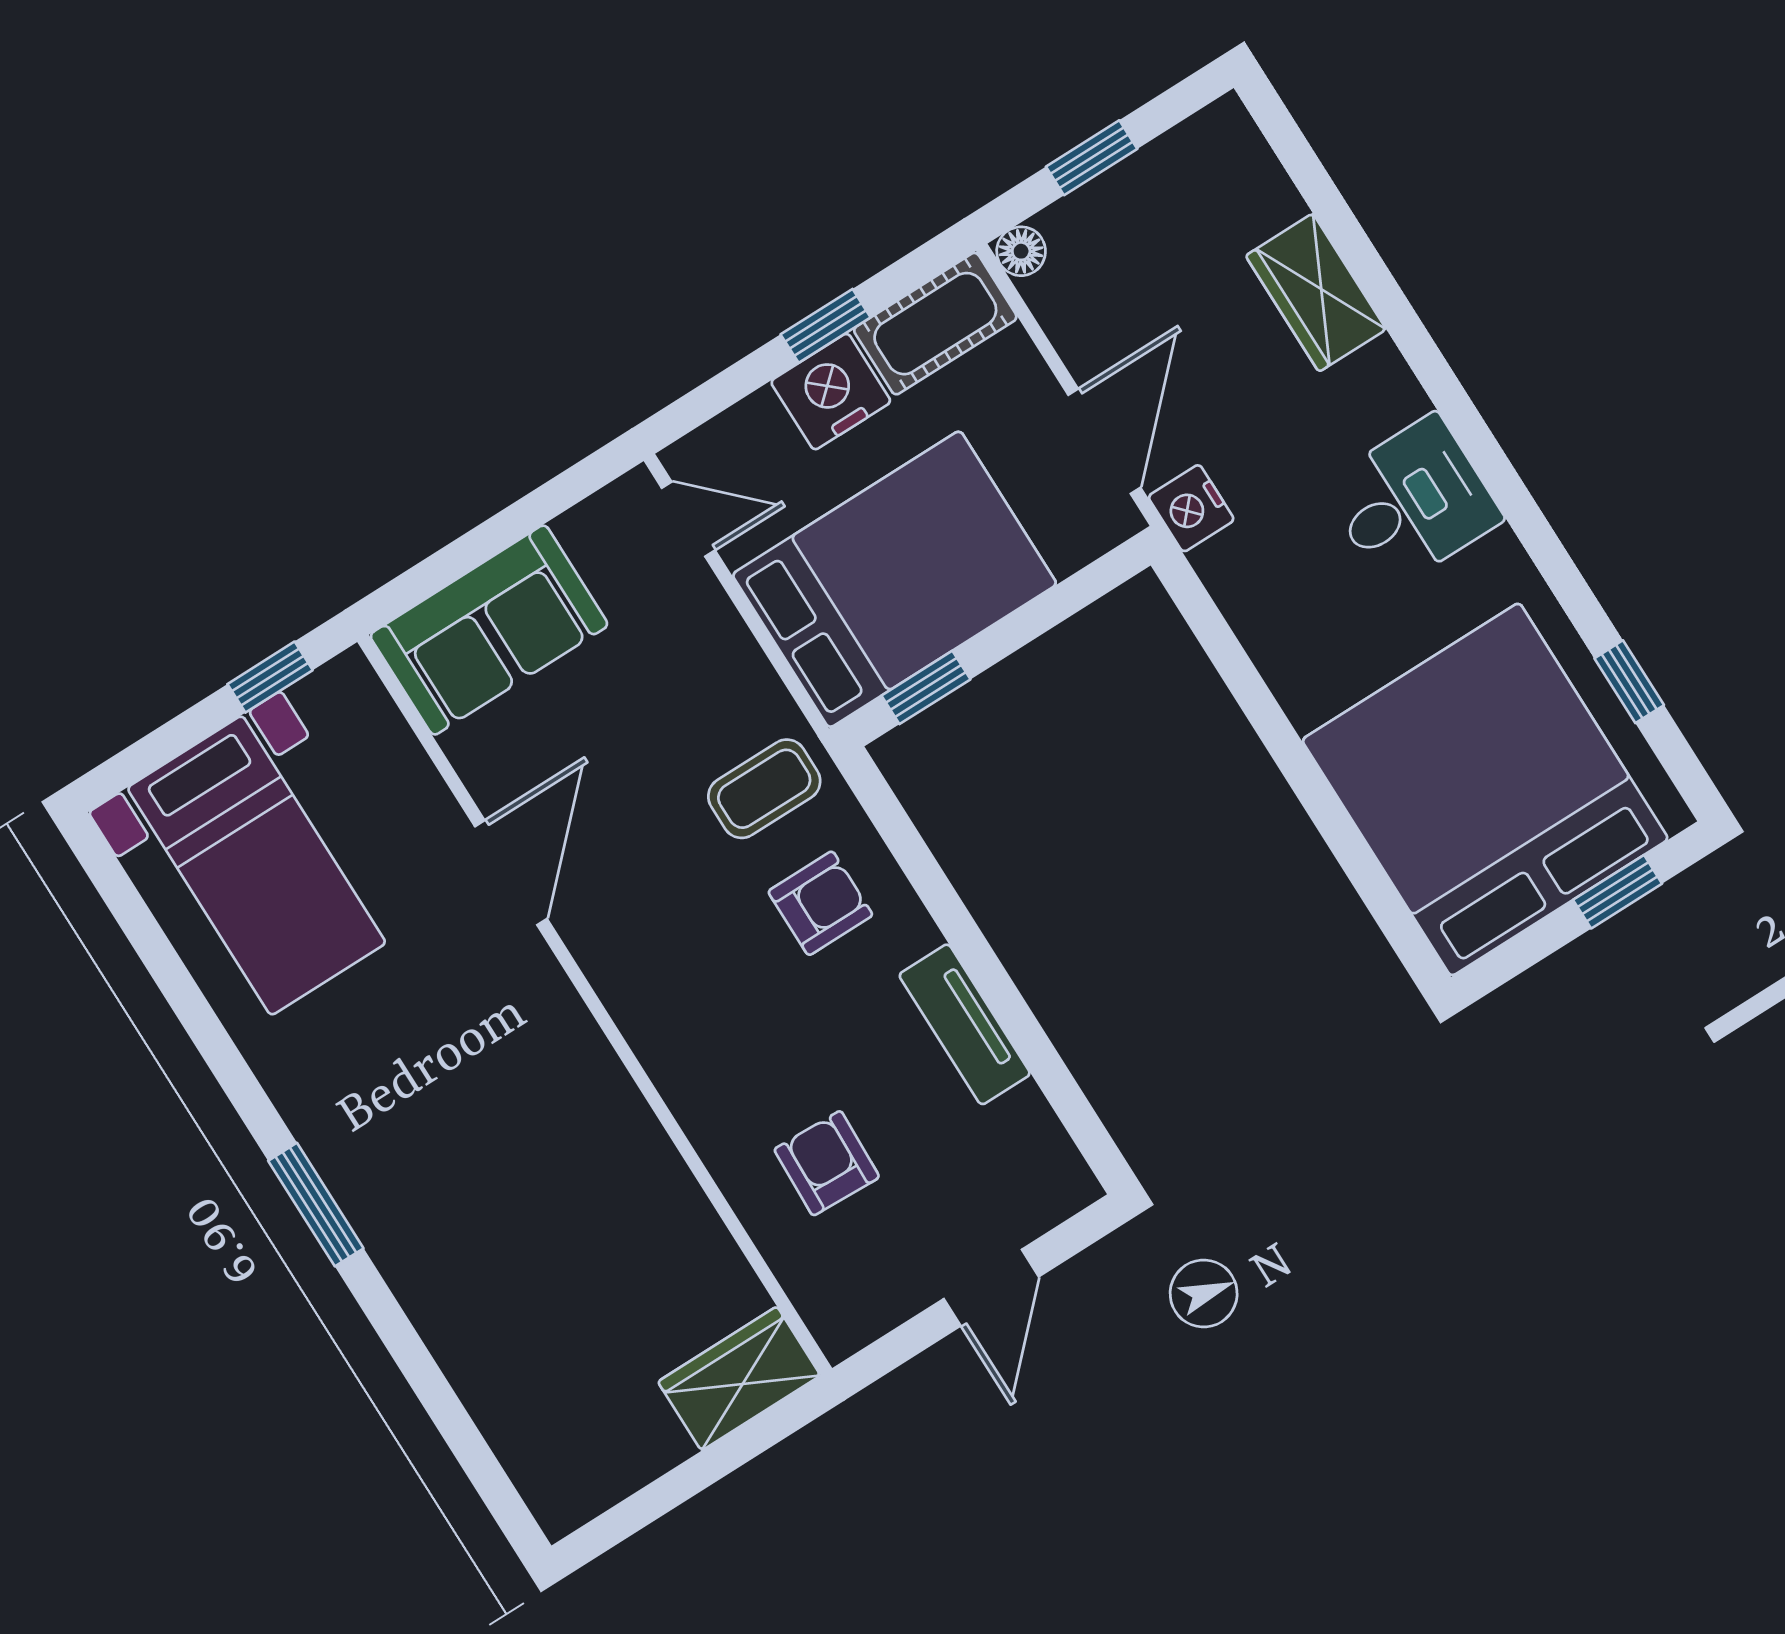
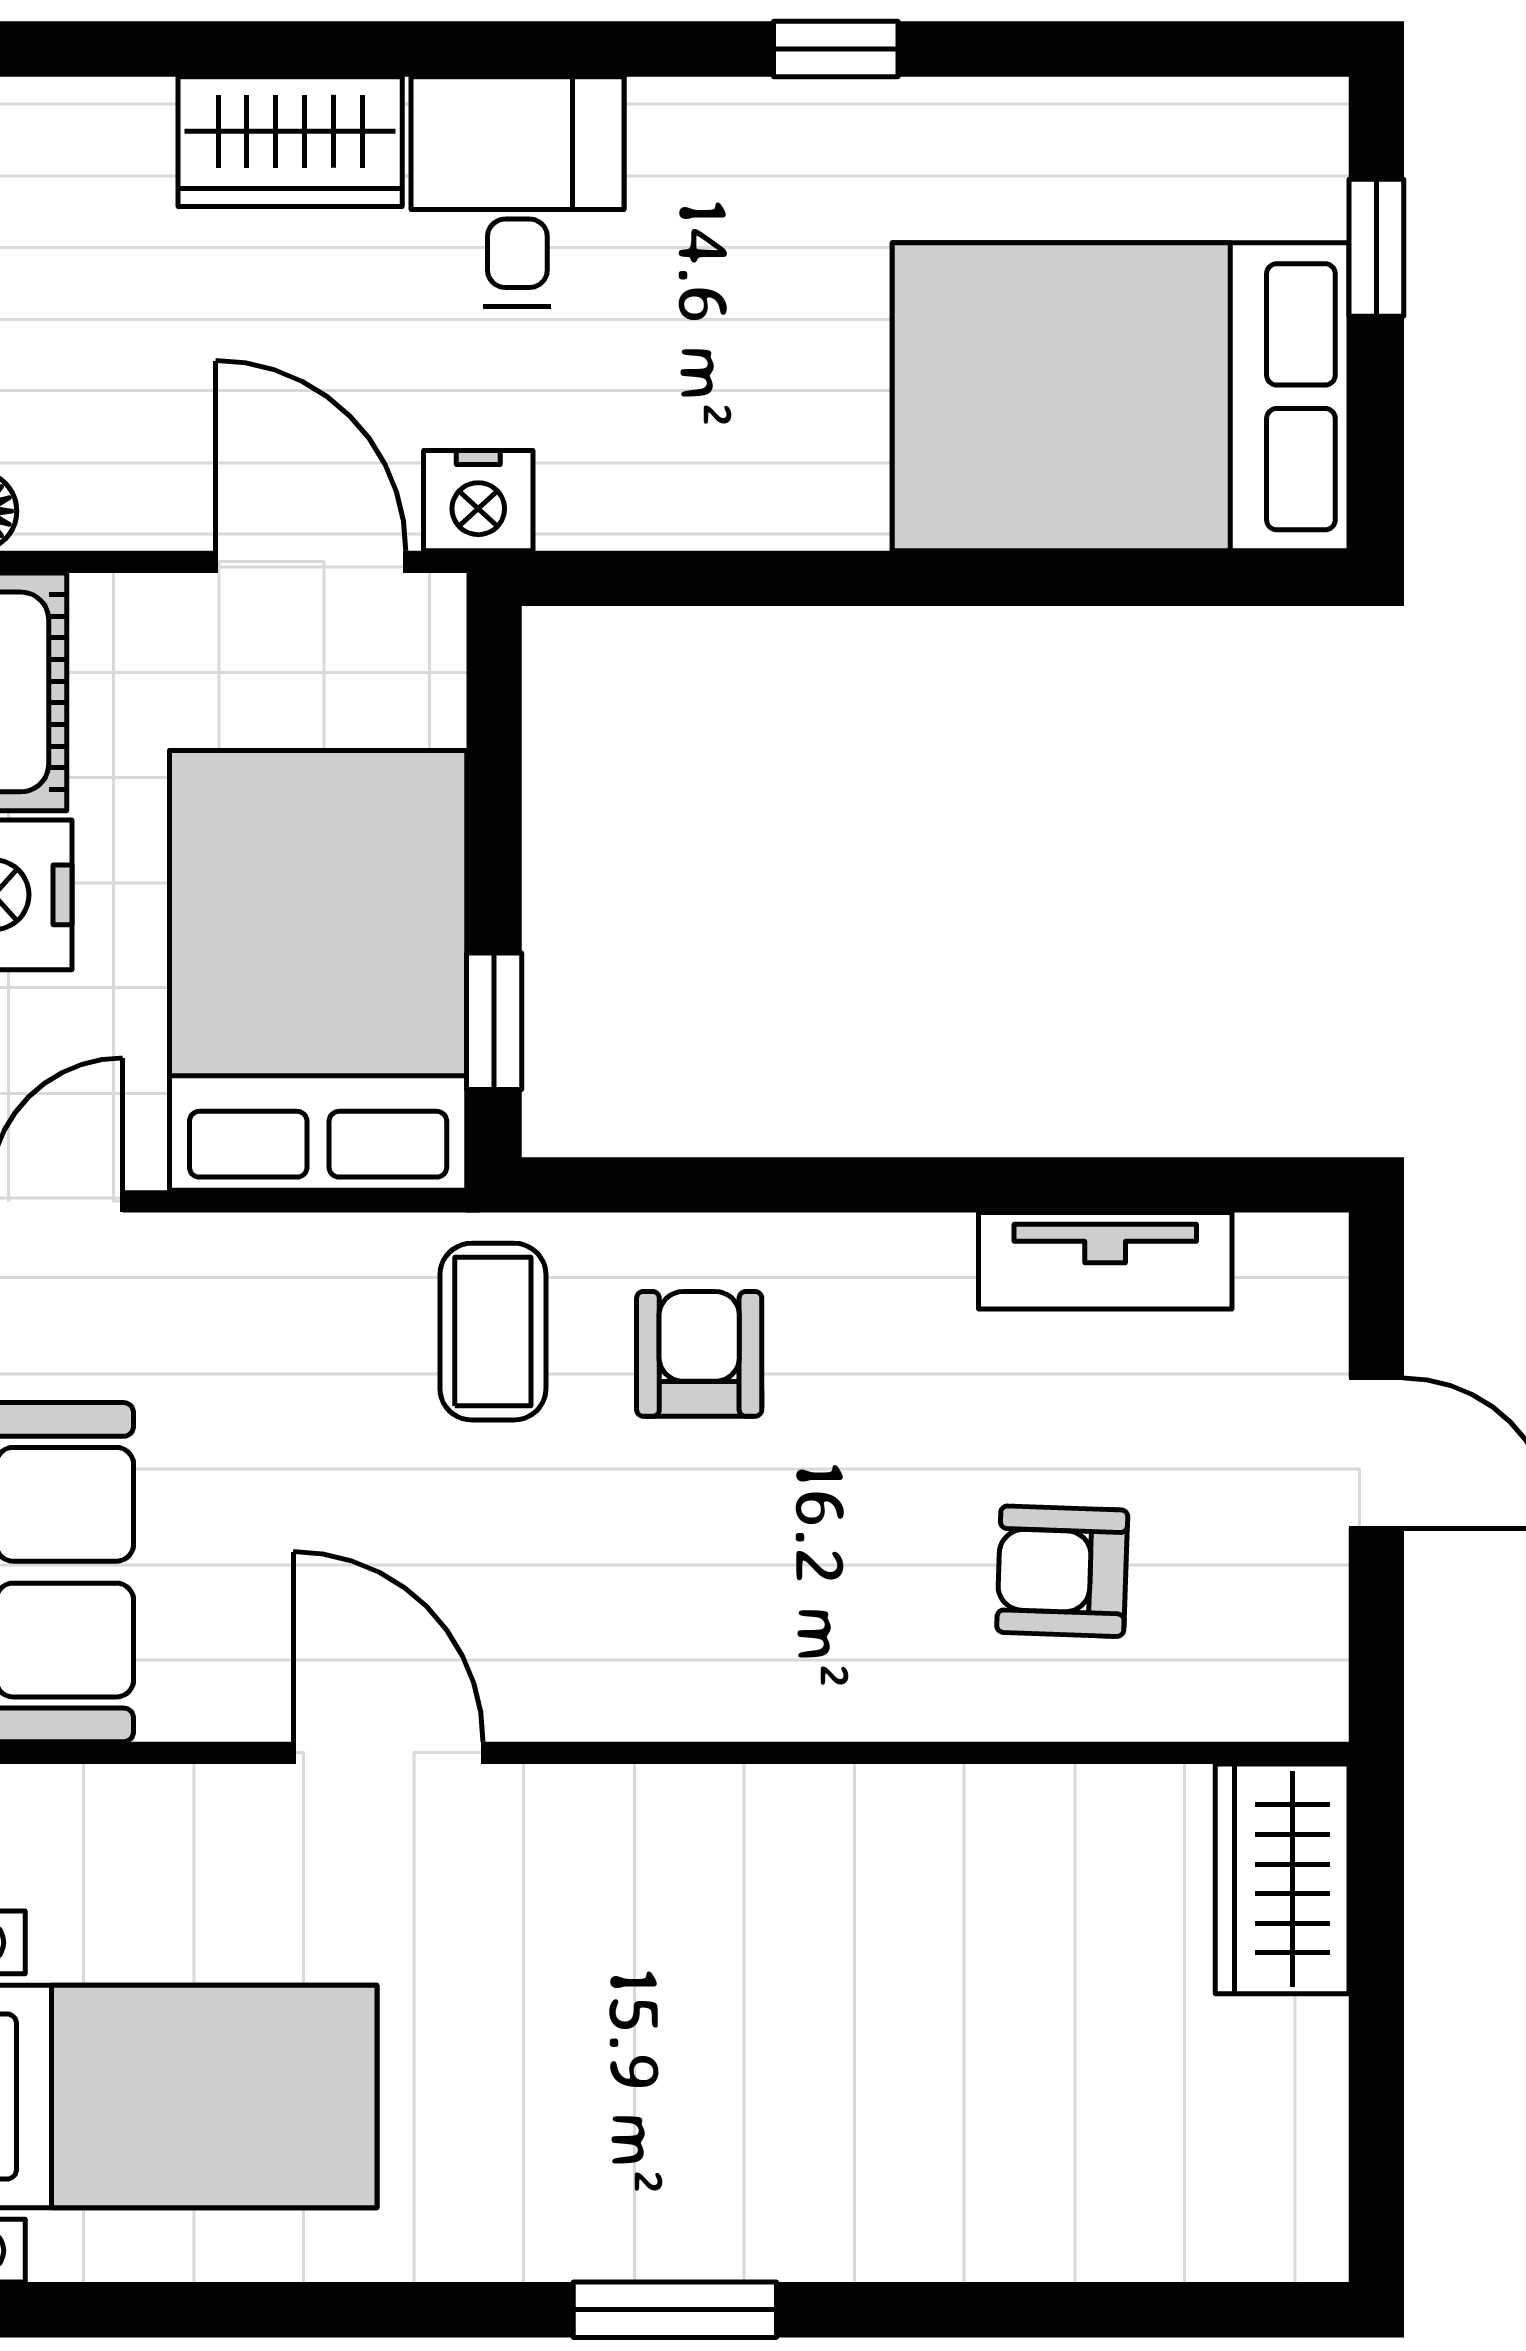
desk: (1412, 502) -> (517, 191), moved
window: (1629, 682) -> (836, 49), moved
bed: (1485, 789) -> (1121, 397), width x0.73
tv unit: (965, 1024) -> (1105, 1261), moved

